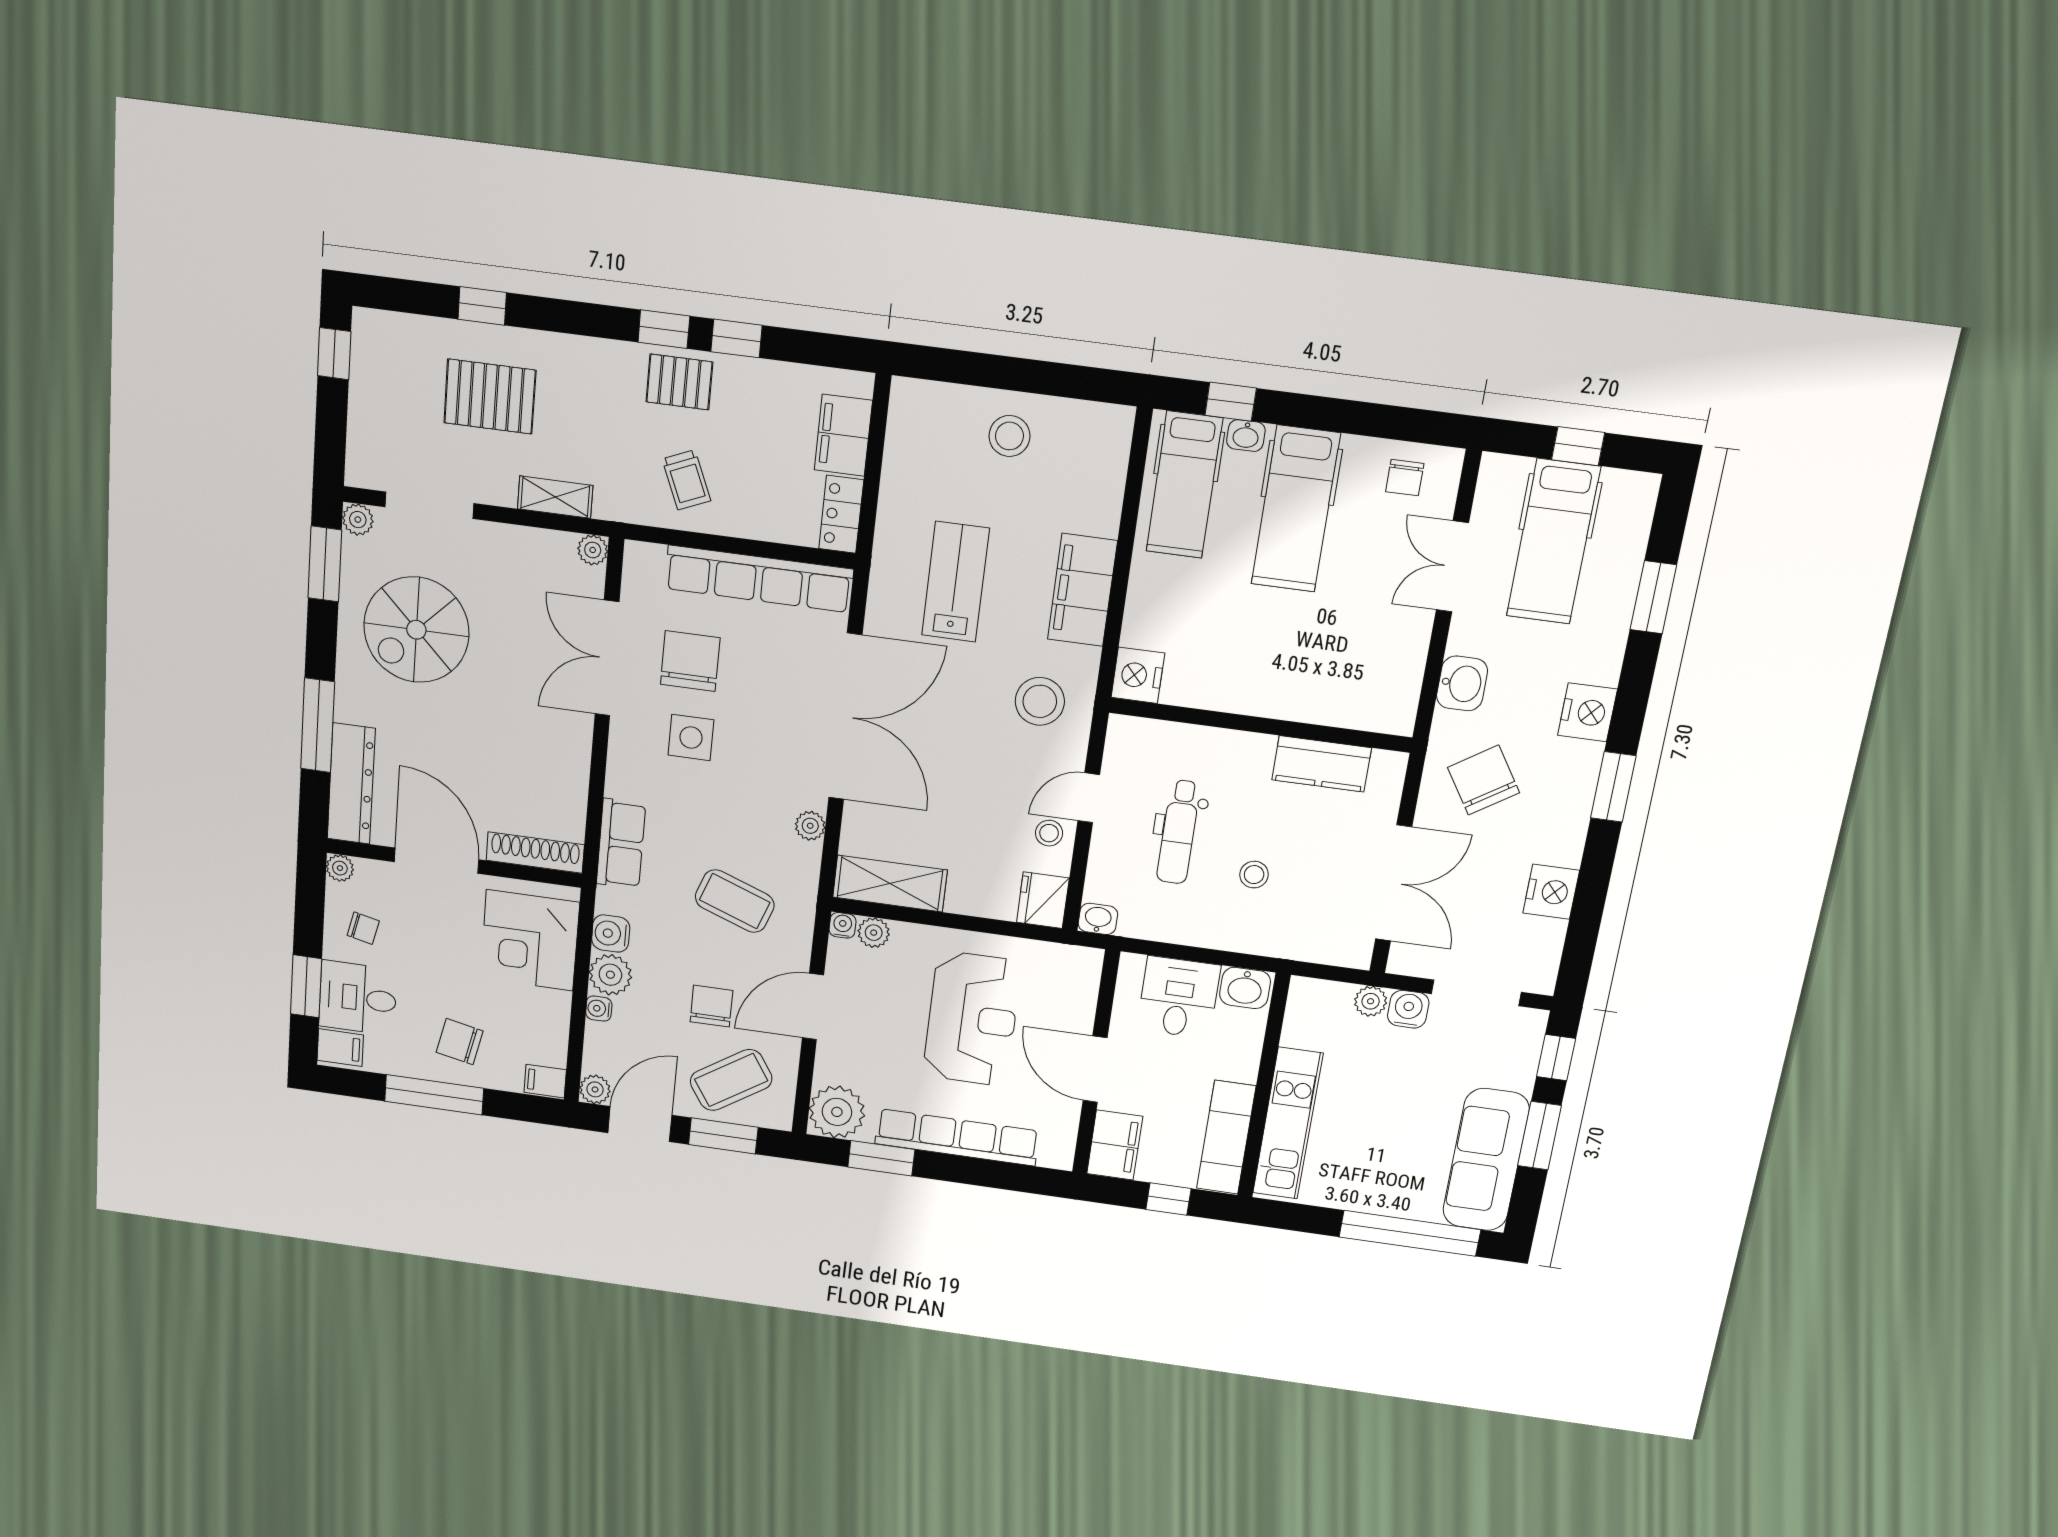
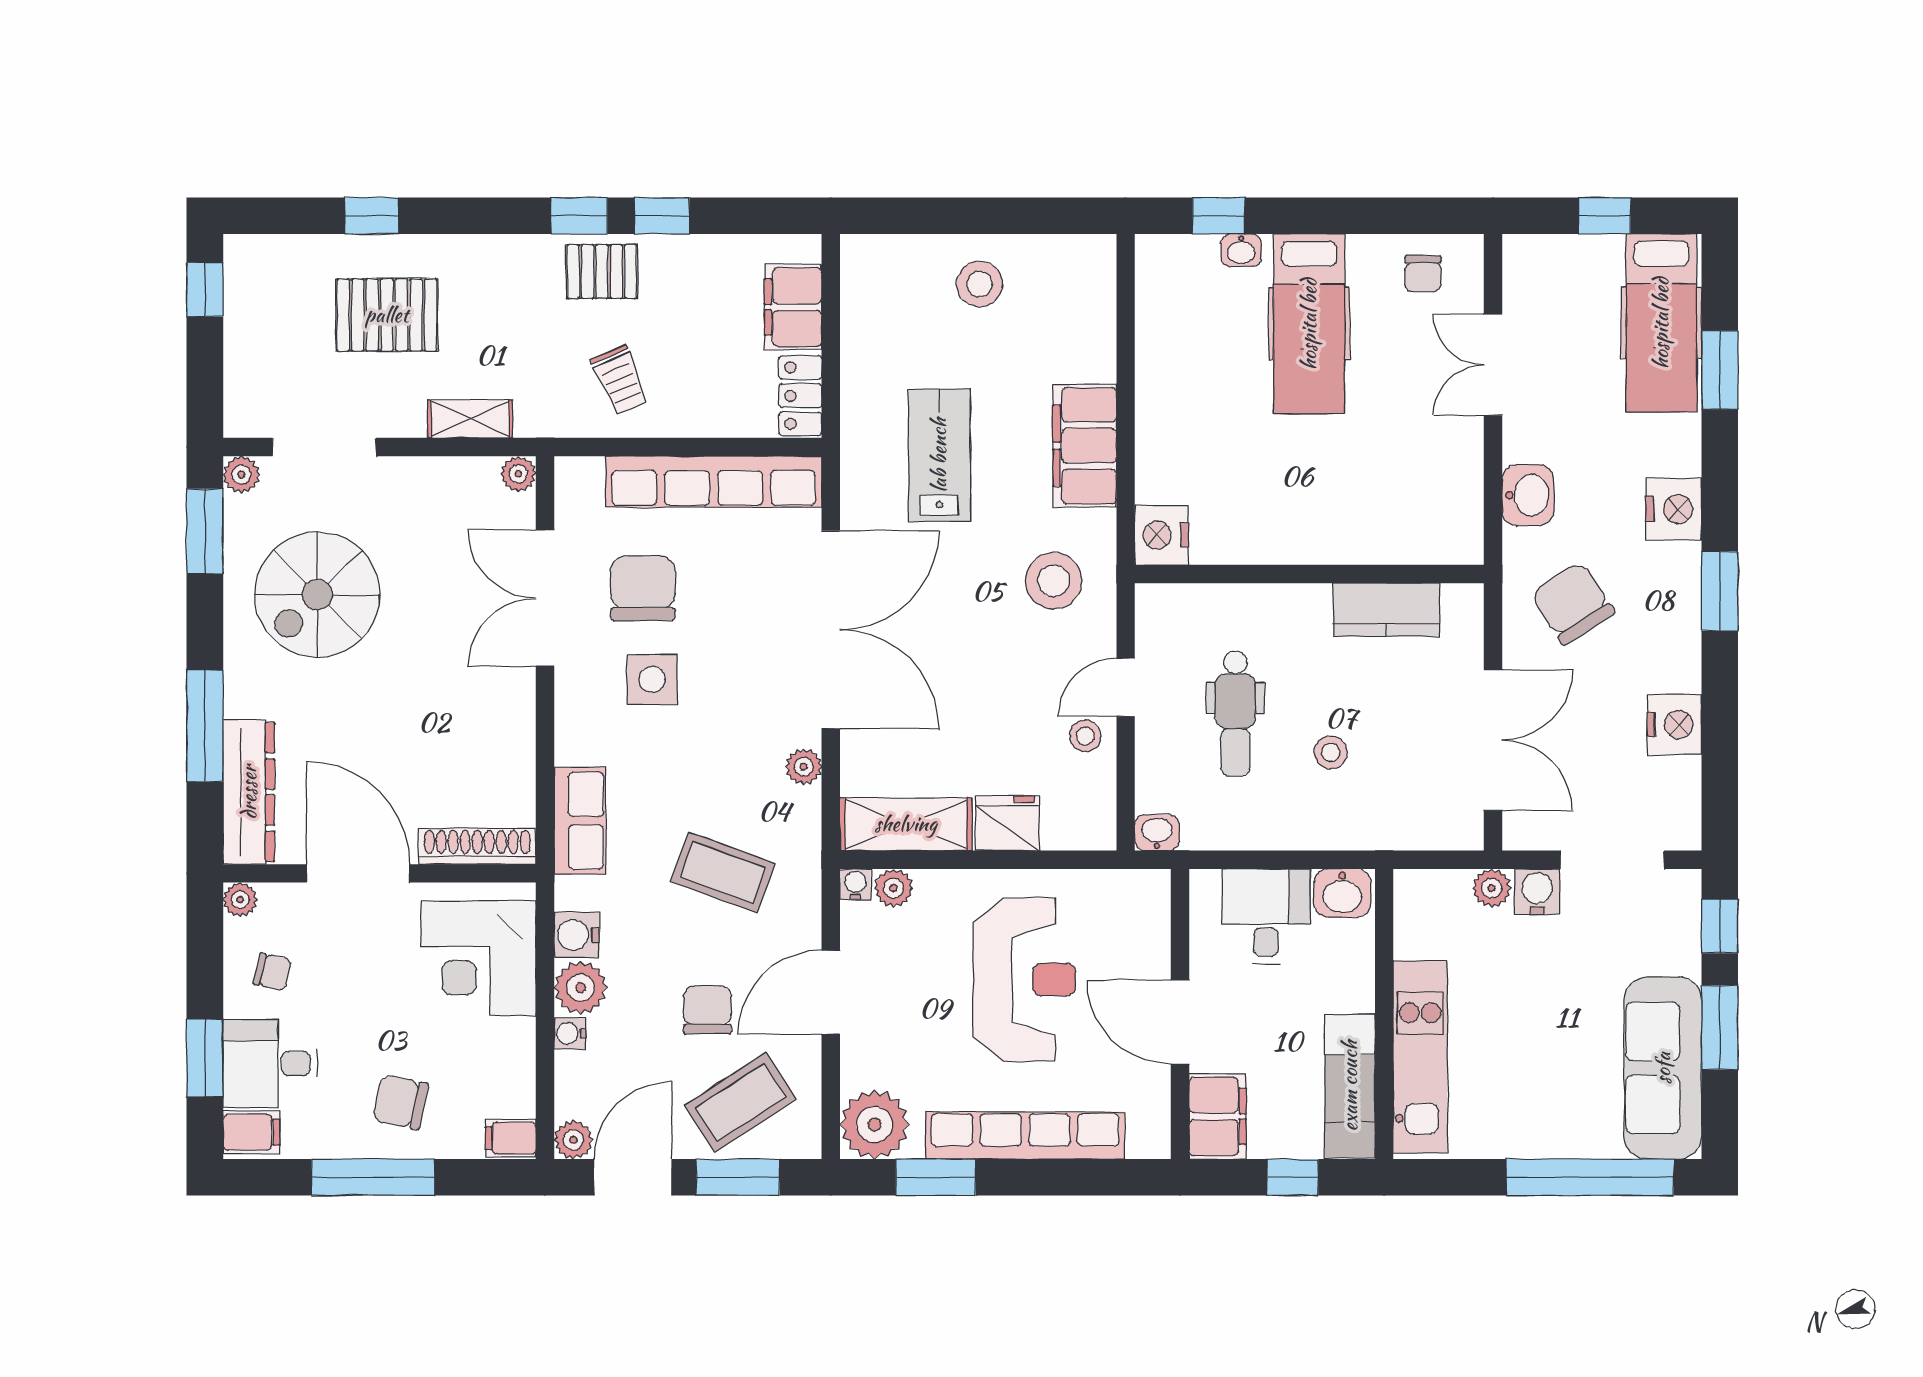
hospital bed: (1184, 485) -> (1182, 313), removed
hospital bed: (1553, 542) -> (1661, 323), moved
fridge: (1043, 900) -> (1007, 823), moved, turned 90

